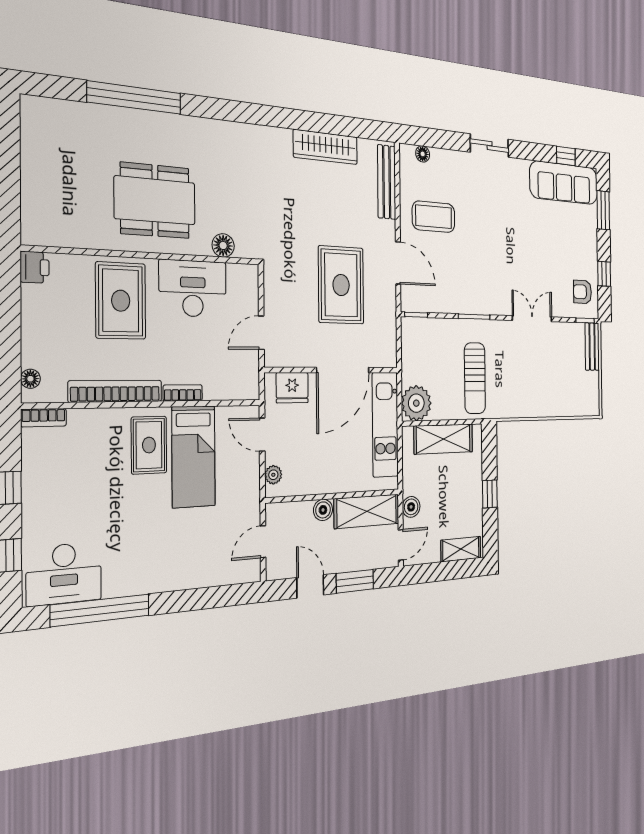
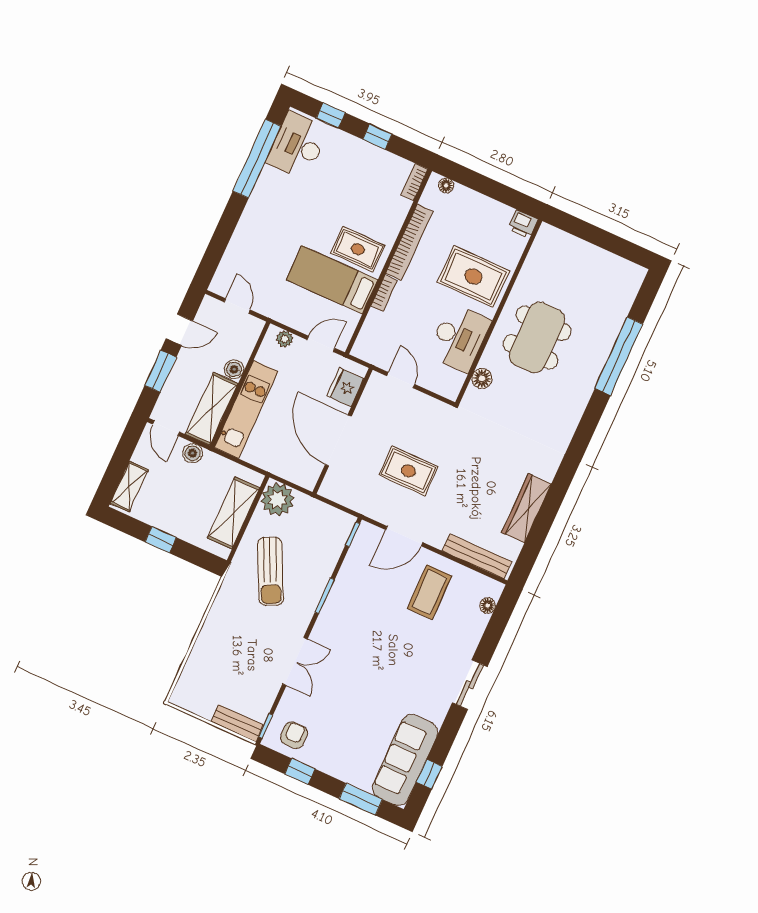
rug: (341, 285) -> (408, 471), width x0.73, depth x0.70
sun lounger: (475, 378) -> (270, 571), turned -116
kitchen unit: (385, 425) -> (246, 409), moved, turned 90

